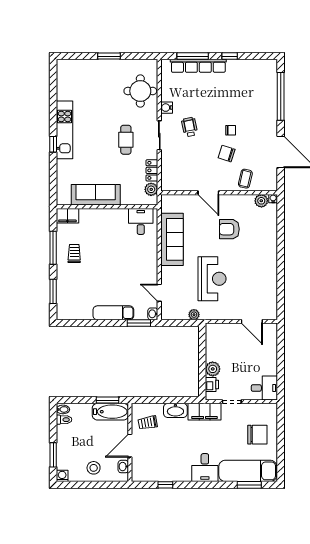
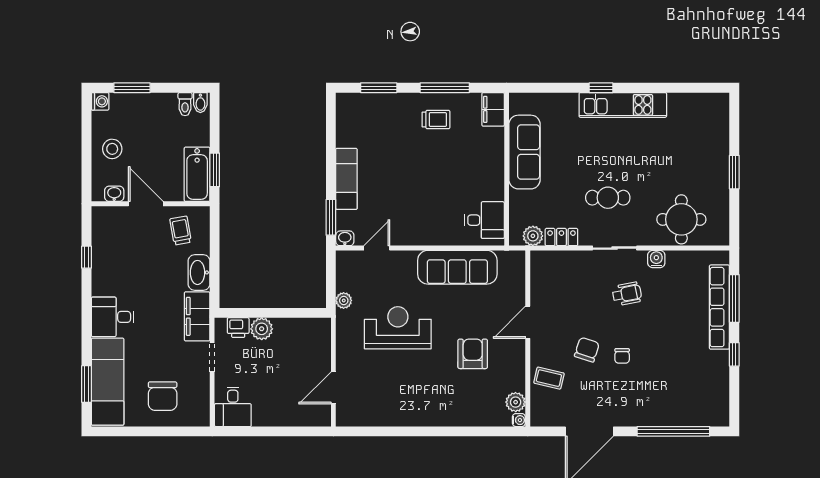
reception desk: (212, 279) -> (398, 328), turned 180

